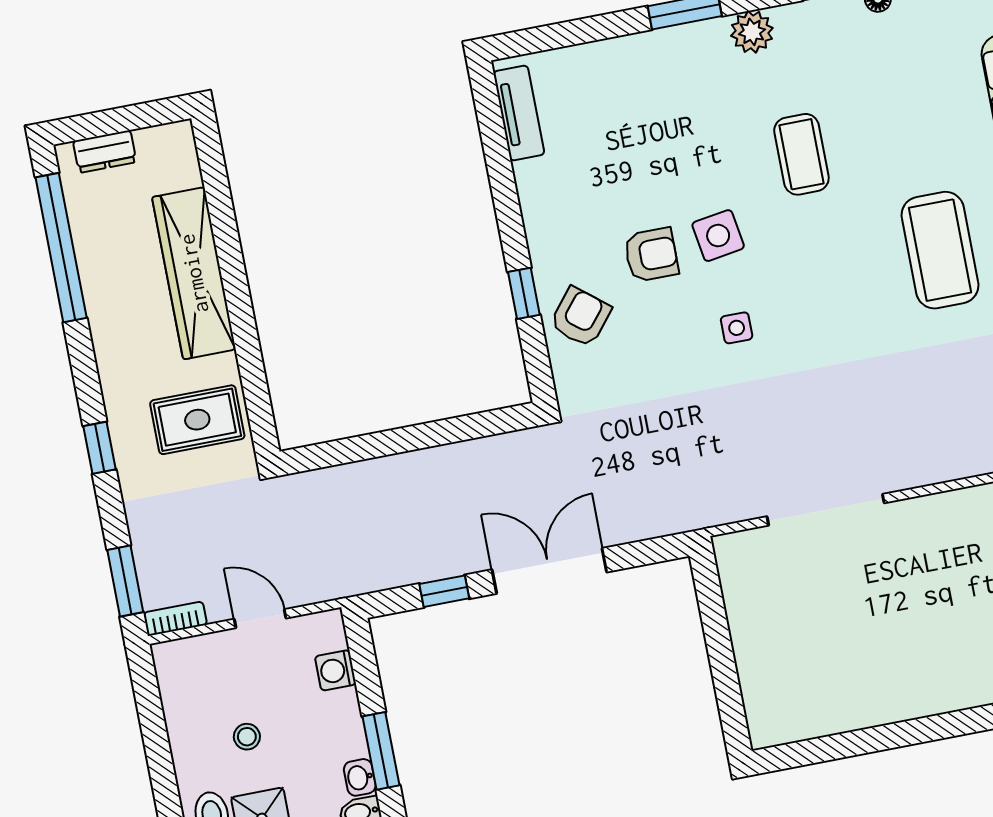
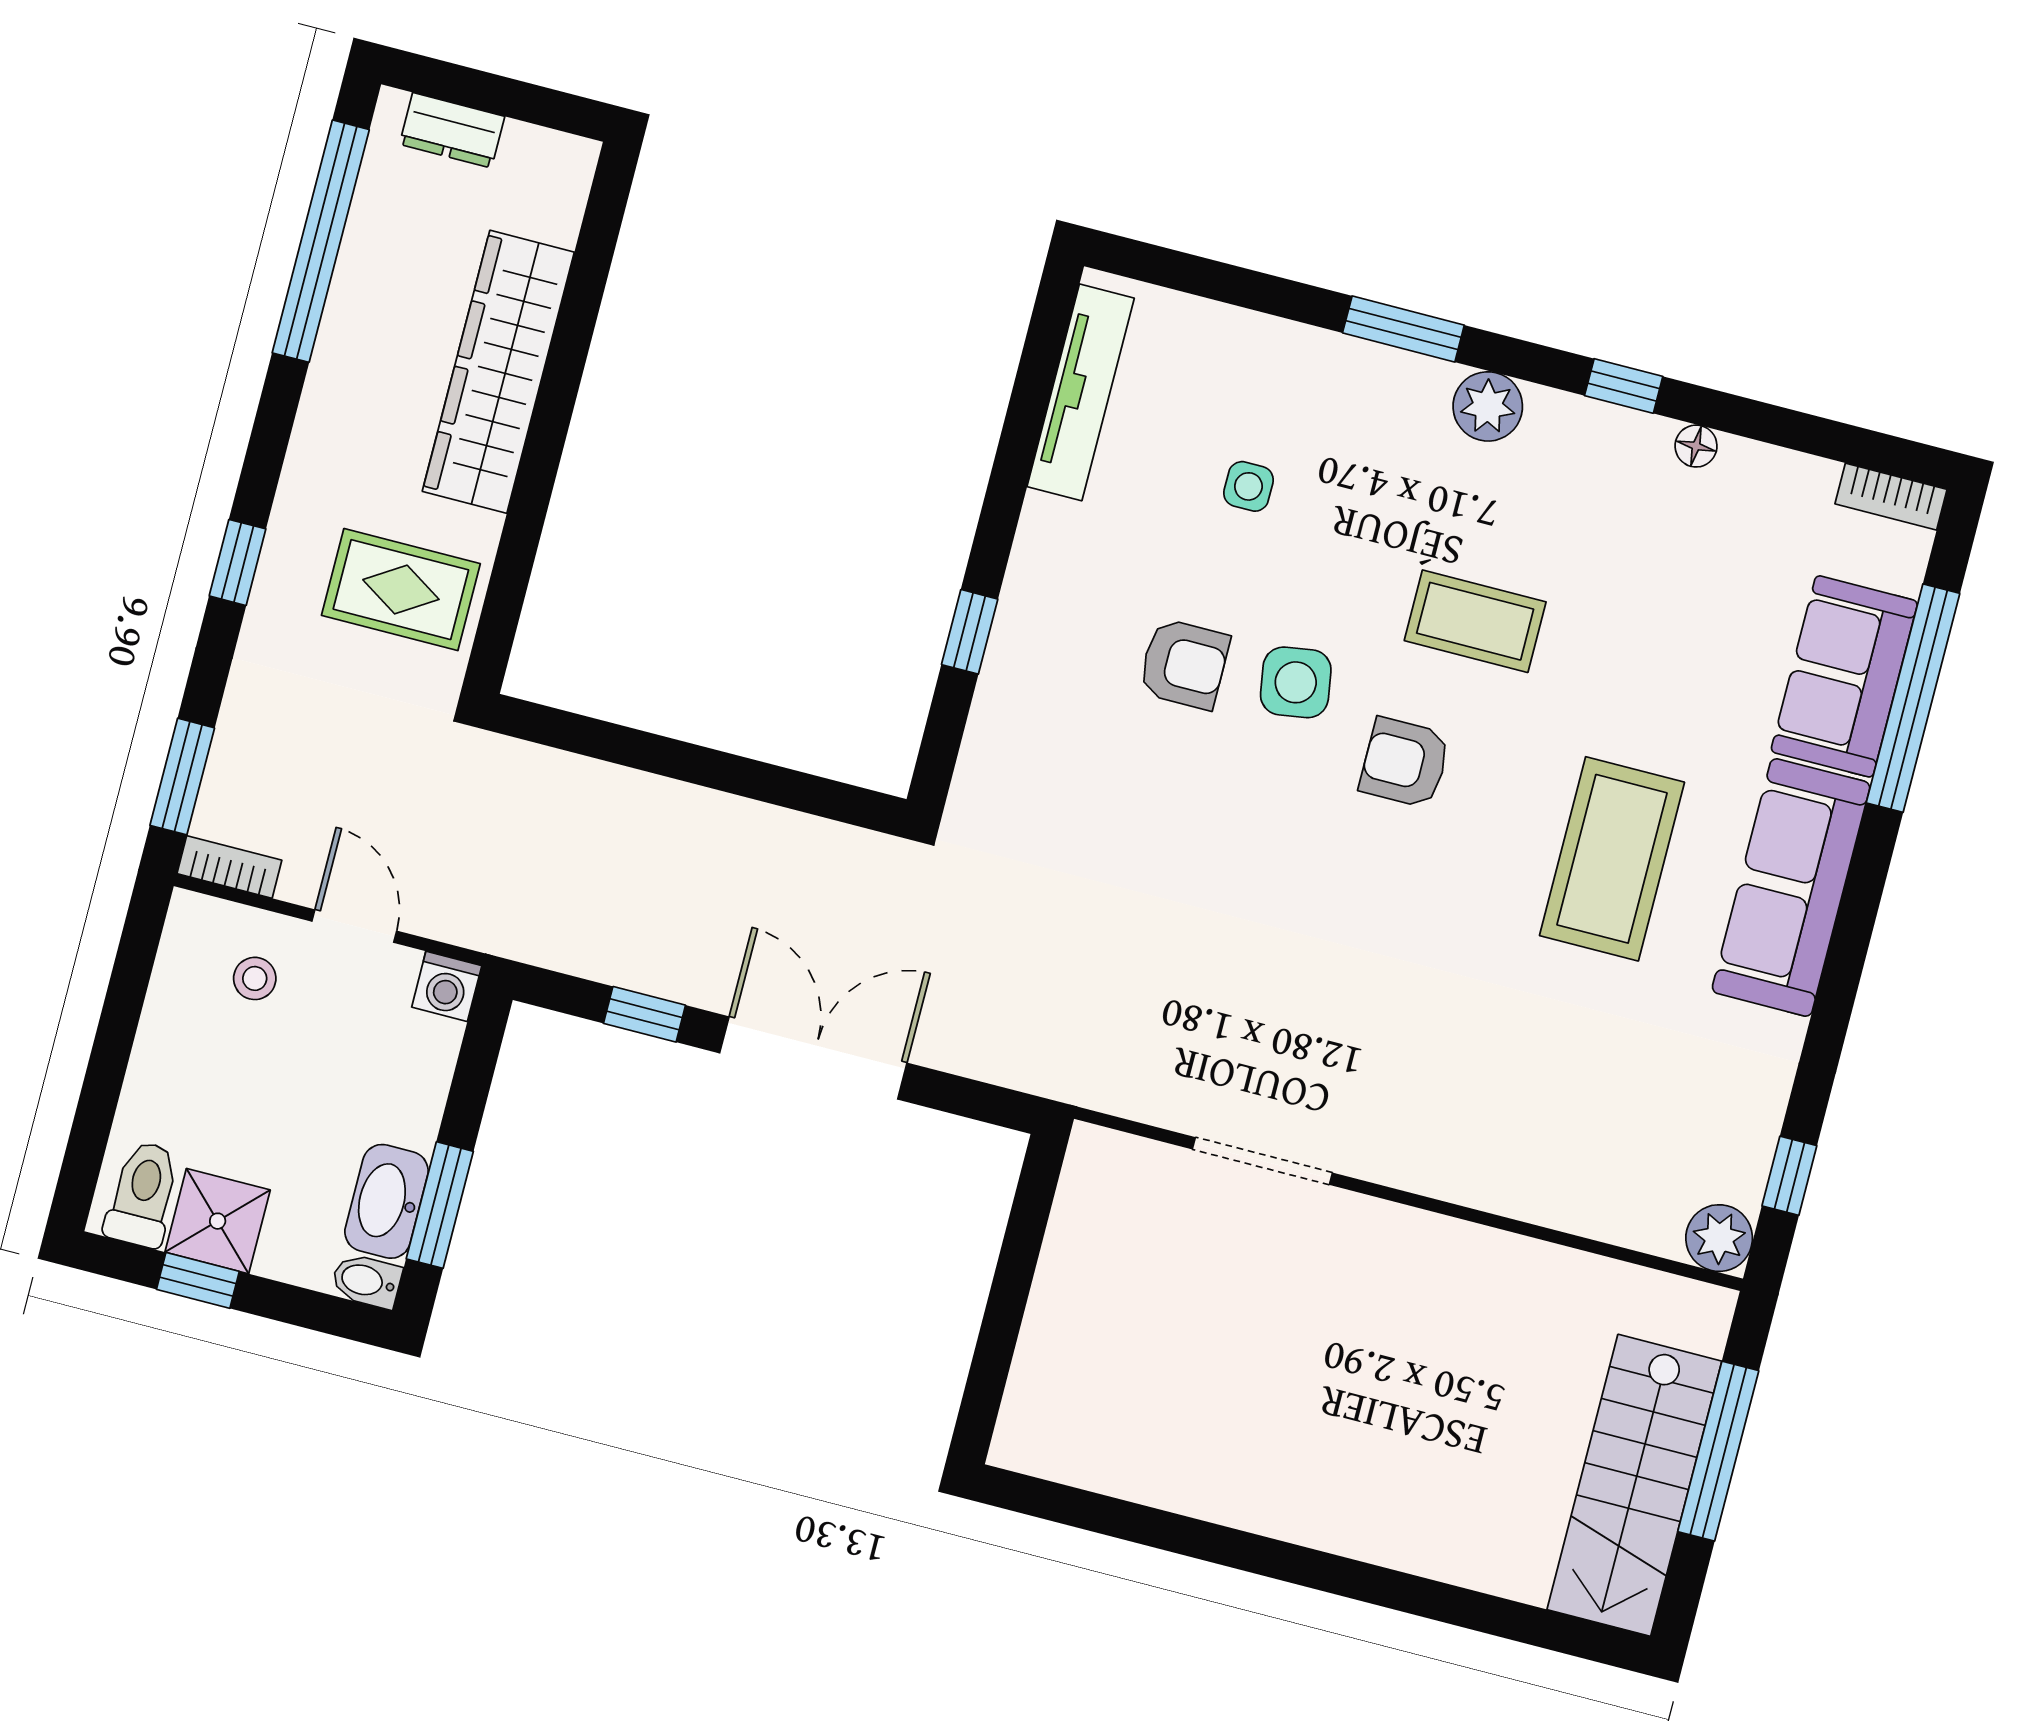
tv unit: (519, 113) -> (1081, 392), width x1.41
coffee table: (801, 154) -> (1475, 621), turned 90
armchair: (580, 317) -> (1405, 763), moved, turned -129
side table: (737, 328) -> (1248, 486), moved
doorway: (826, 510) -> (1262, 1161), width x0.73
washing machine: (335, 670) -> (447, 986), moved, turned -90
stool: (247, 737) -> (255, 978), moved
washbasin: (360, 777) -> (387, 1201), width x1.91, depth x1.45

